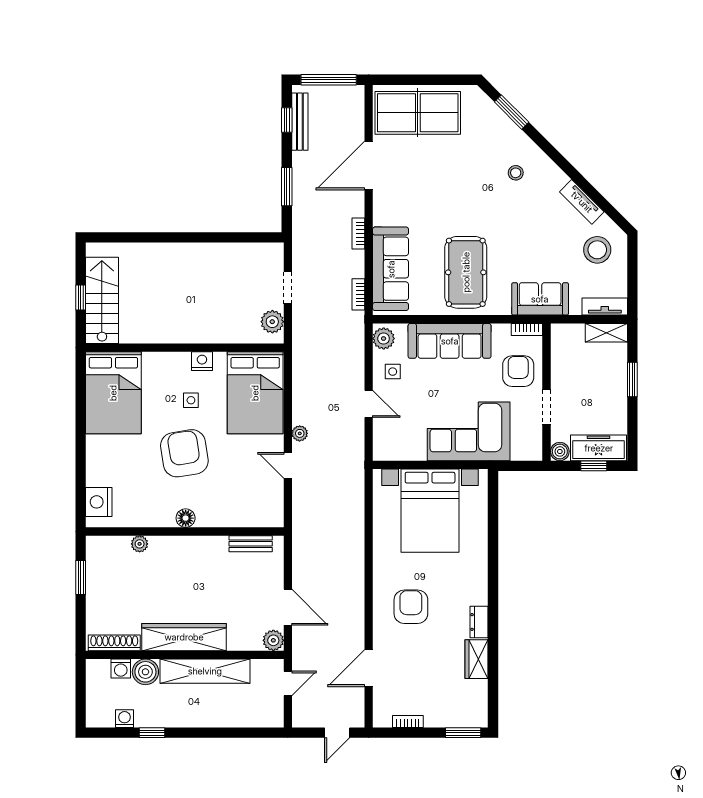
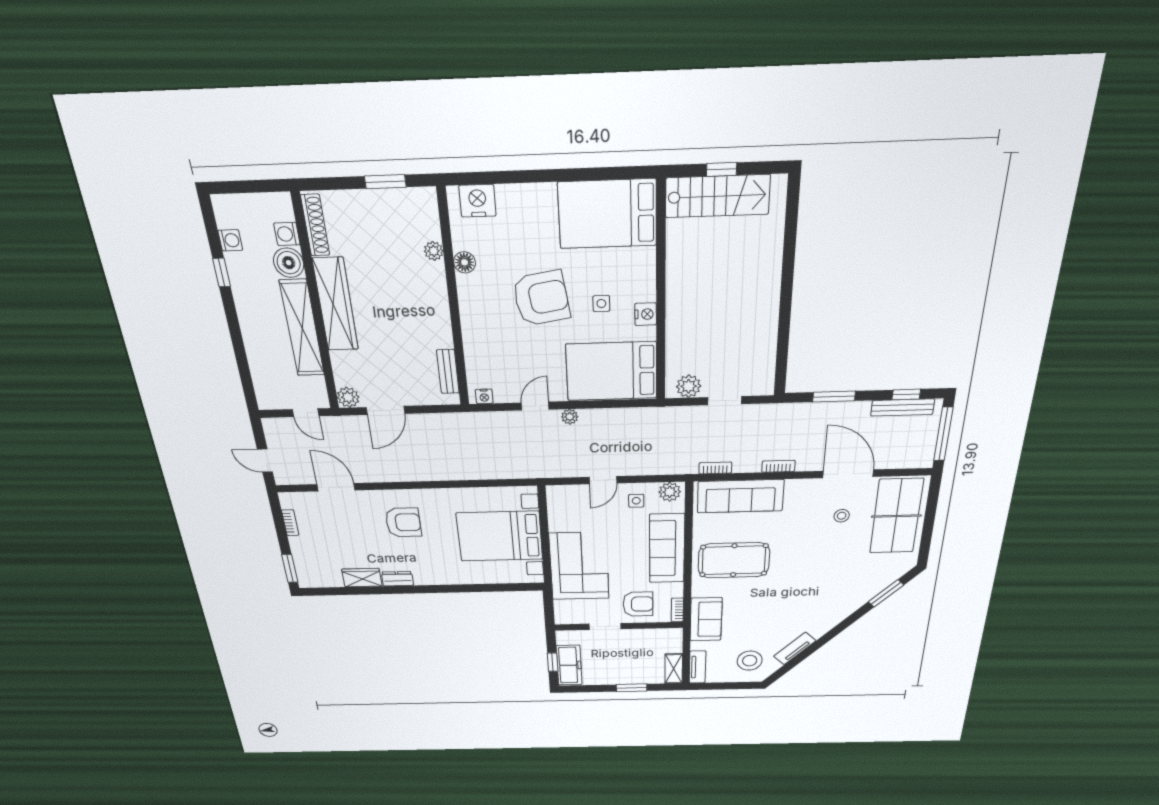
stool: (516, 173) -> (842, 516), moved
boiler: (560, 451) -> (564, 637), removed
nightstand: (276, 512) -> (484, 396), added
floor lamp: (186, 518) -> (465, 262), moved

